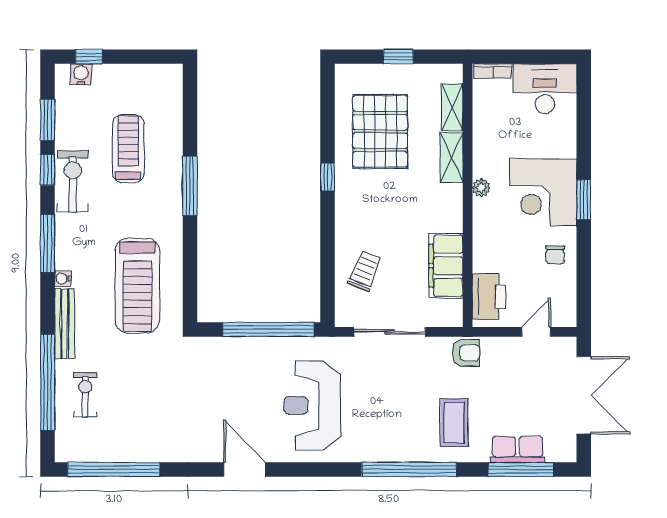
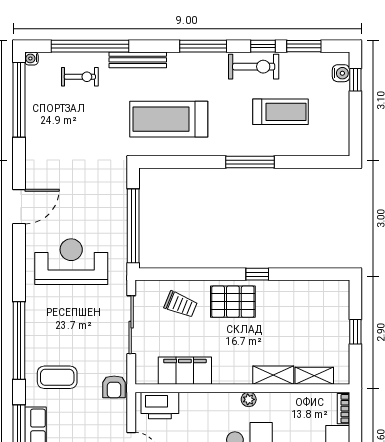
pallet: (380, 131) -> (233, 302), moved, width x0.73, depth x0.71
water cooler: (63, 279) -> (31, 58), moved, turned -90

